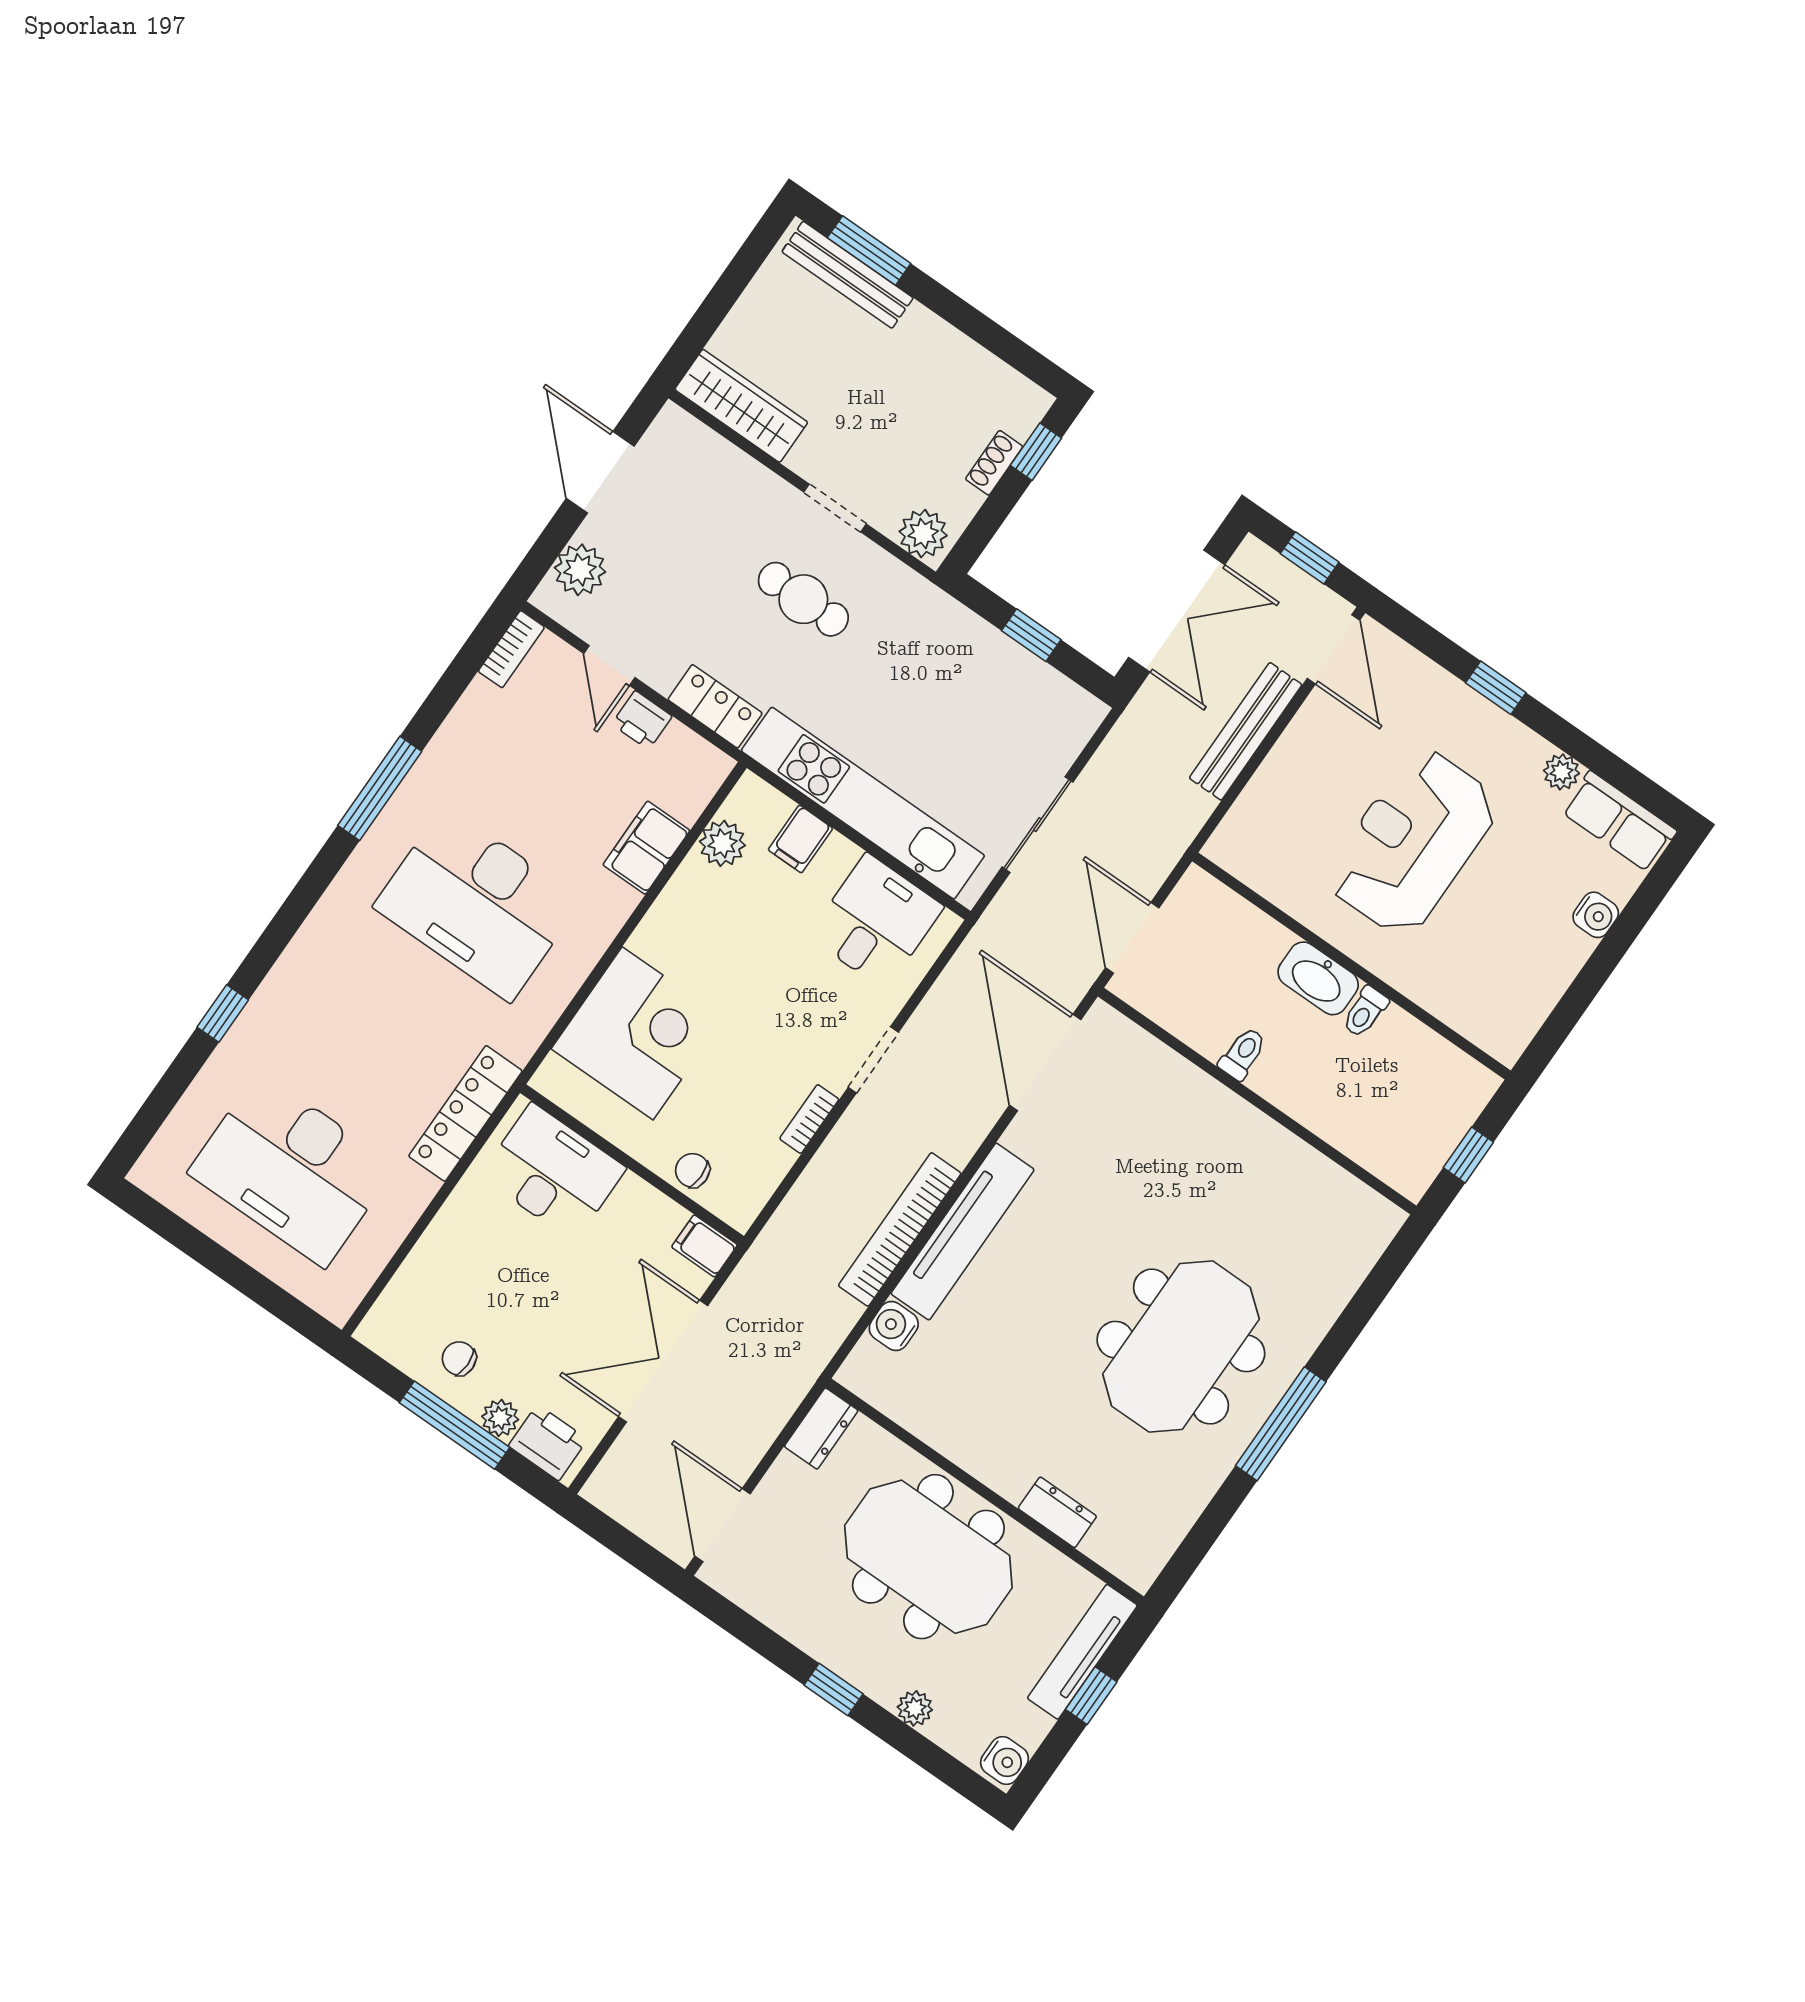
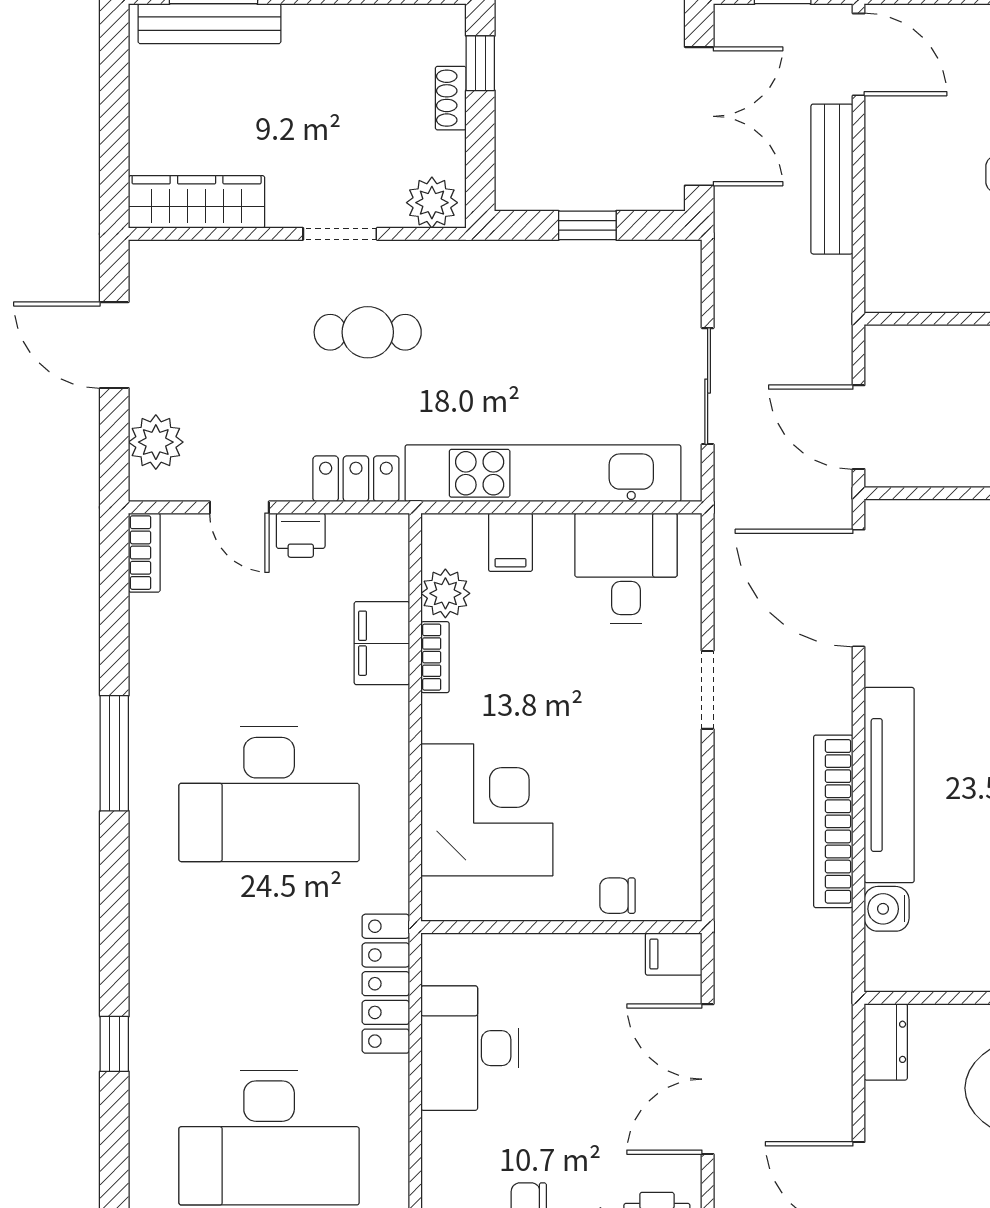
bookcase: (809, 1119) -> (435, 657), moved, turned 180
desk: (553, 1172) -> (470, 1048), moved, turned -90

